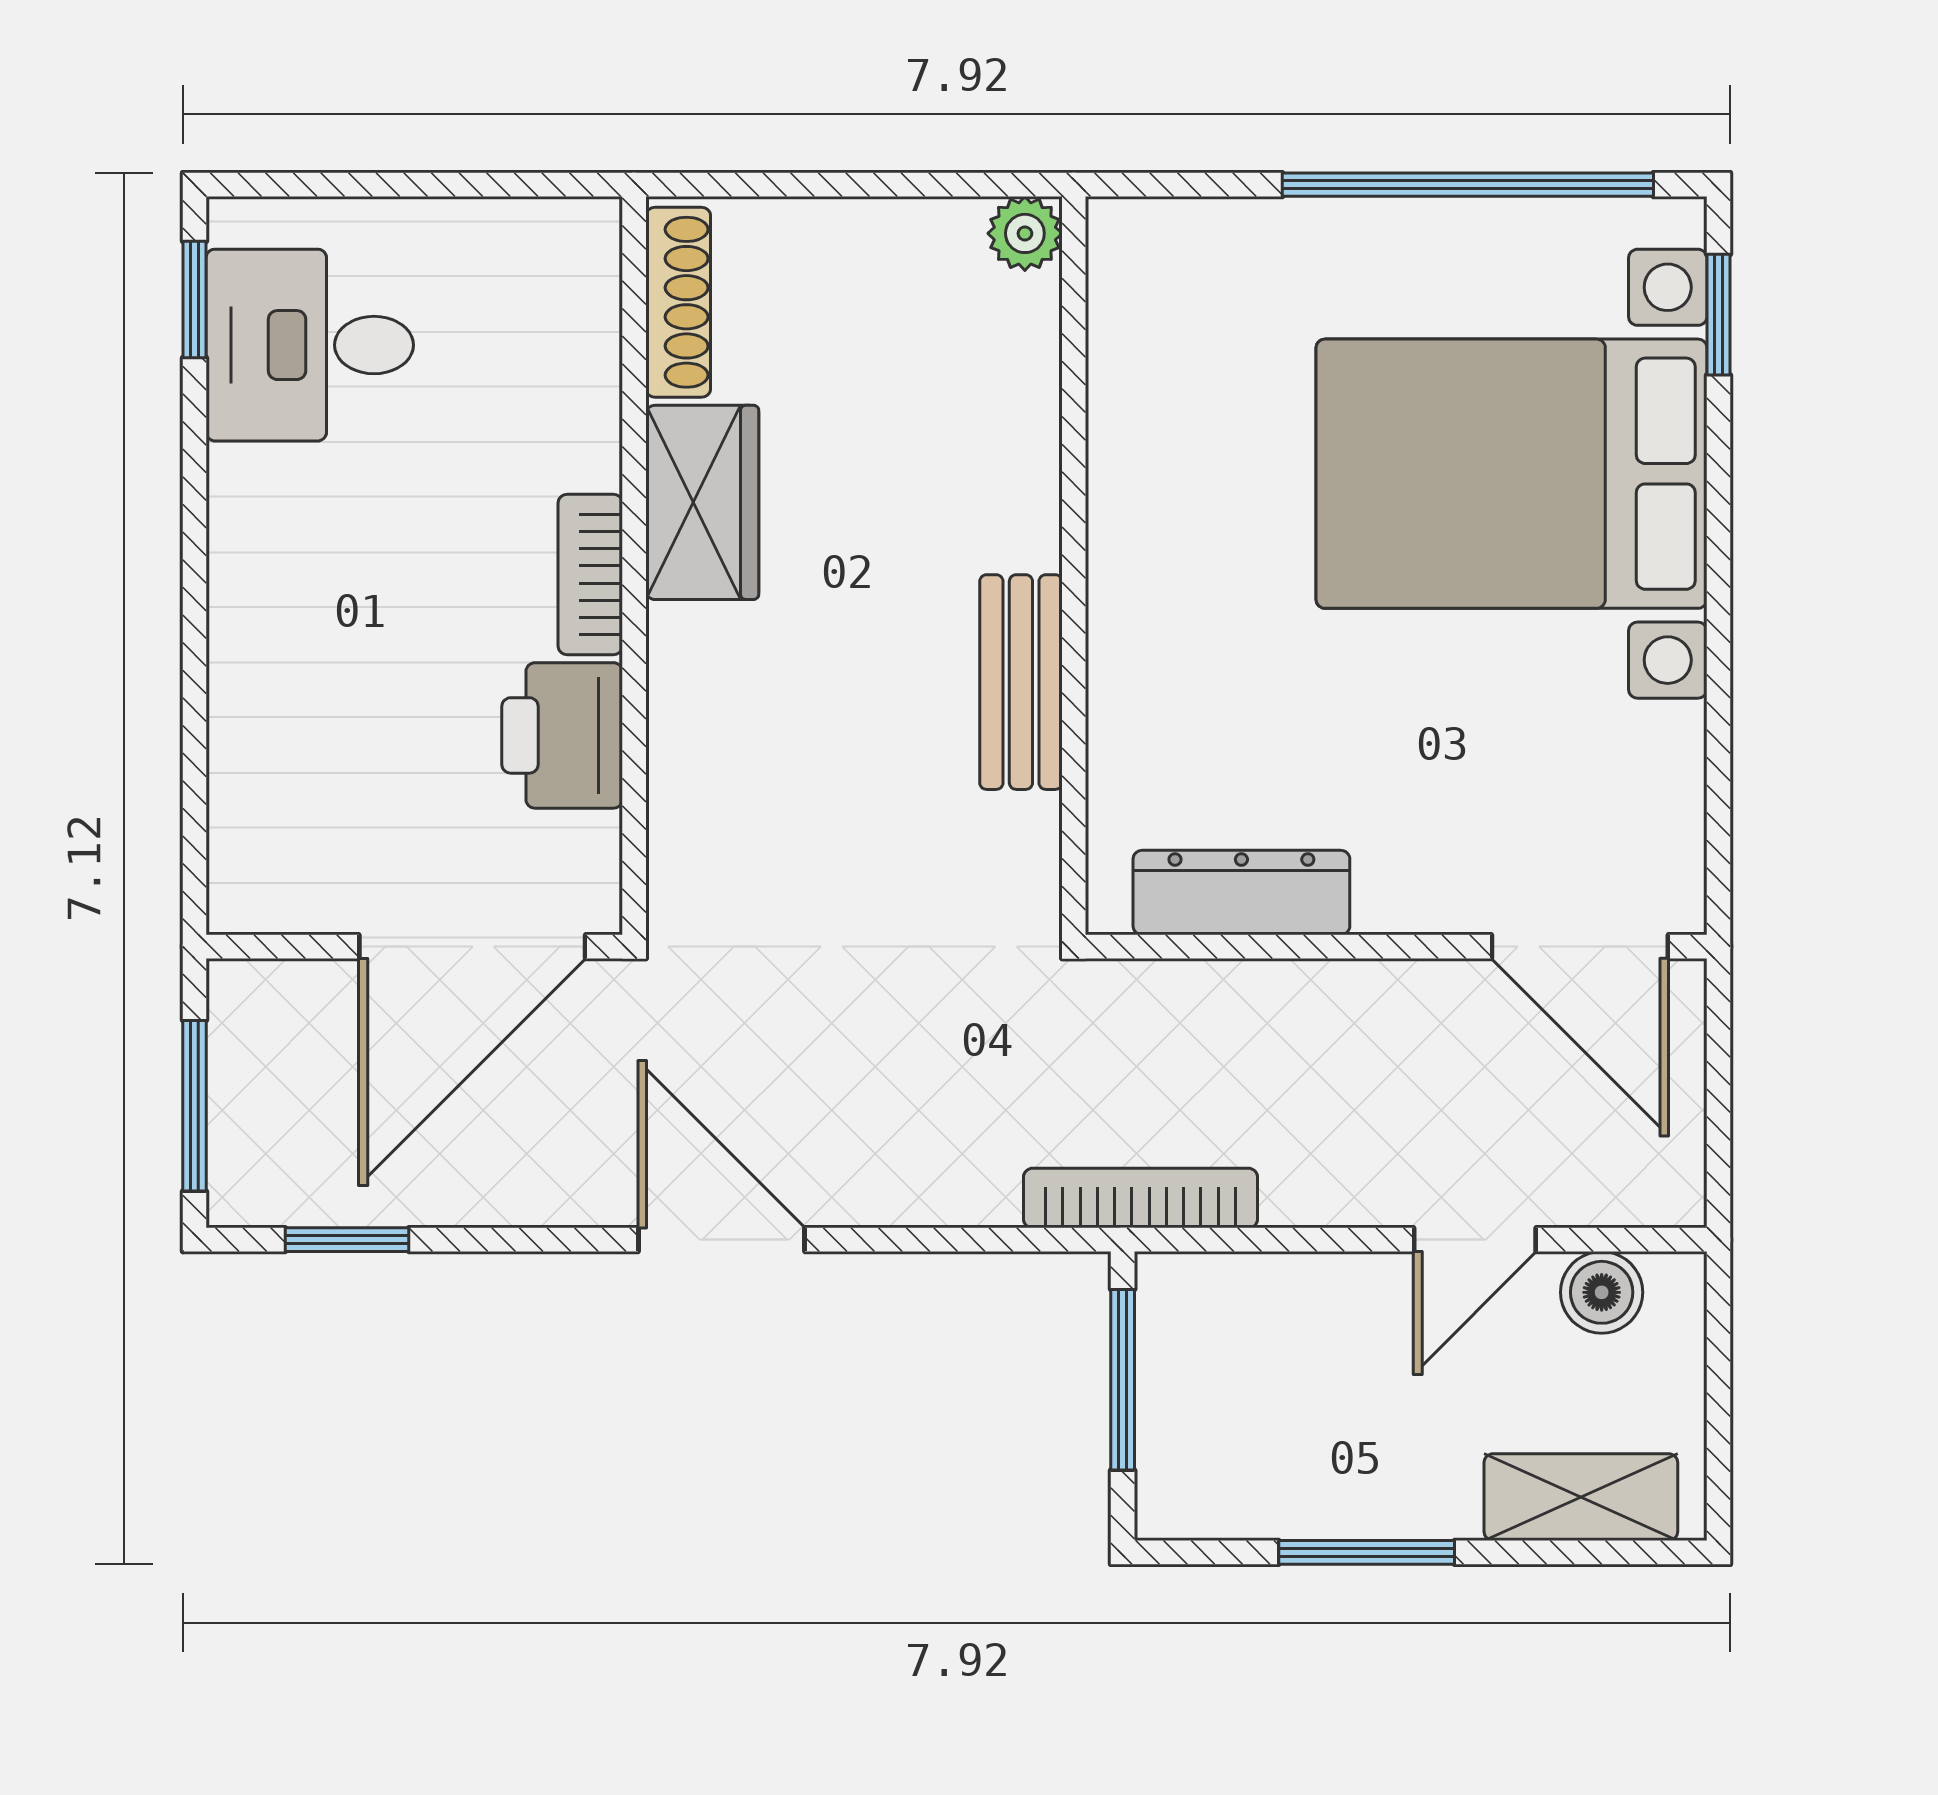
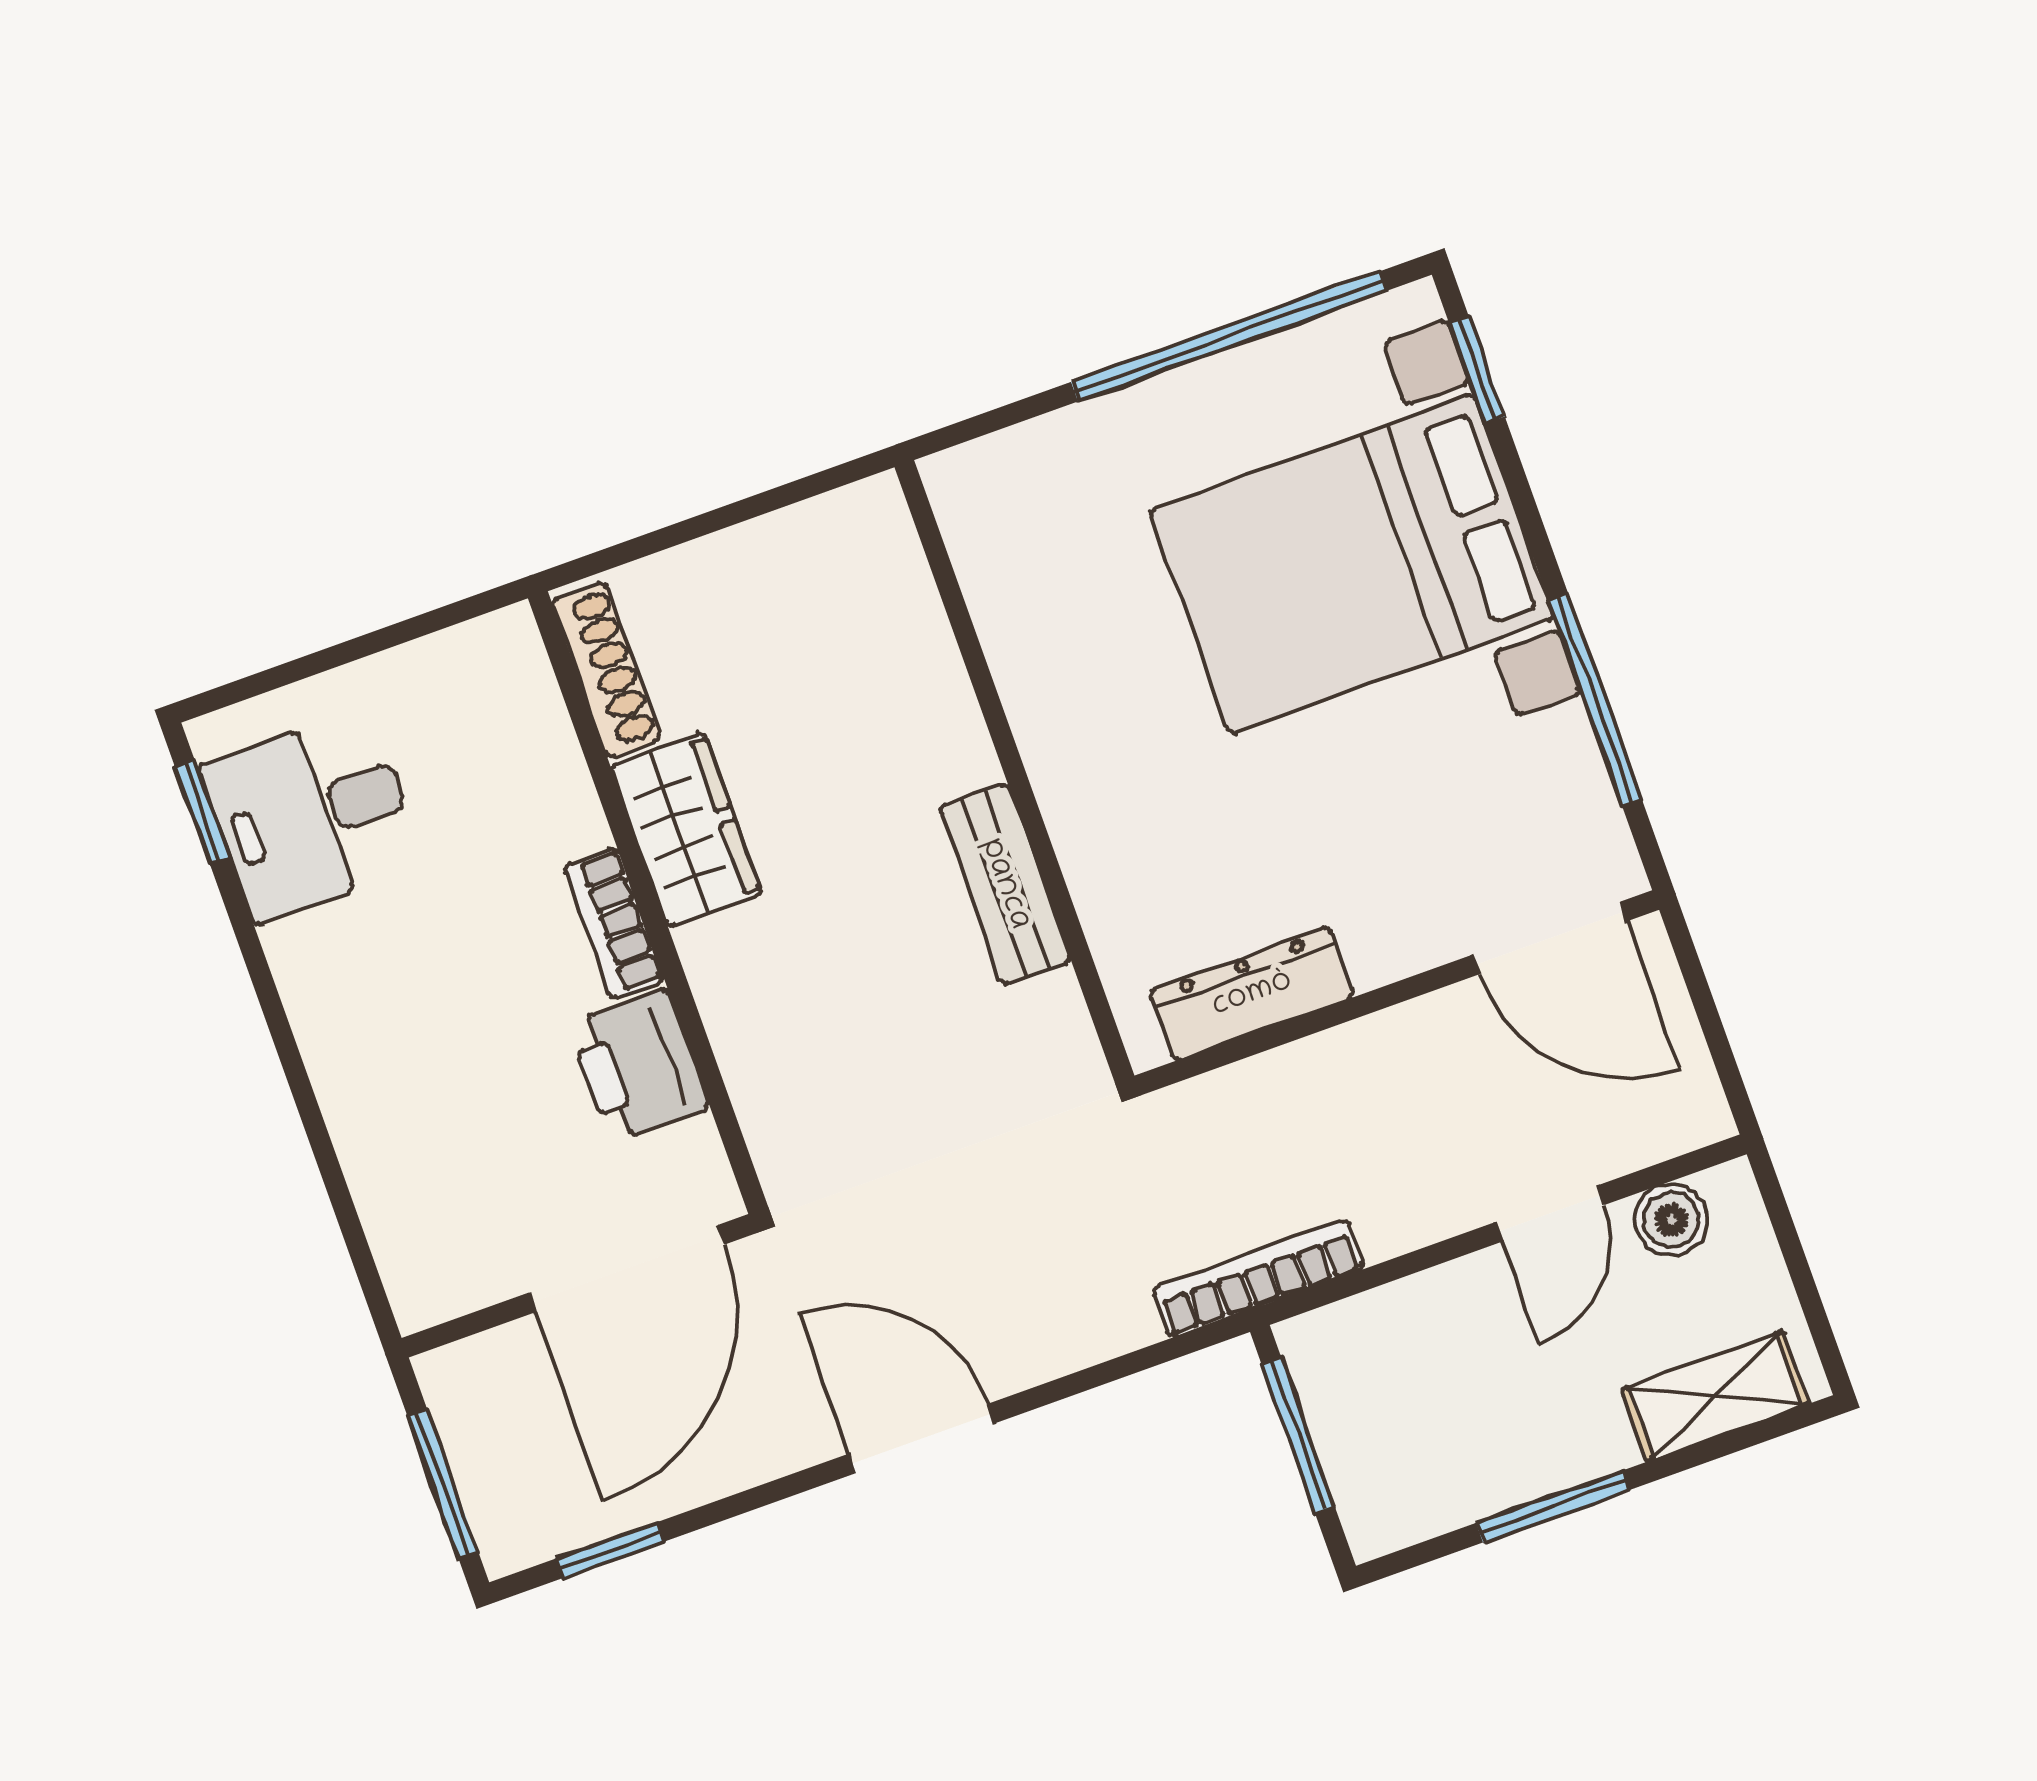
plant: (1025, 233) -> (875, 509), removed
window: (1718, 711) -> (1595, 700), added

